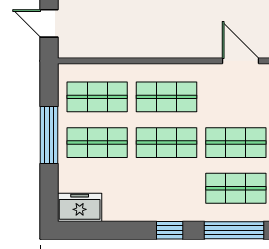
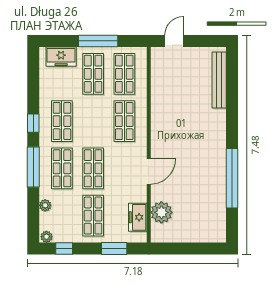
shop shelf: (167, 143) -> (62, 121), moved
freezer: (80, 207) -> (61, 57), moved, turned 90

